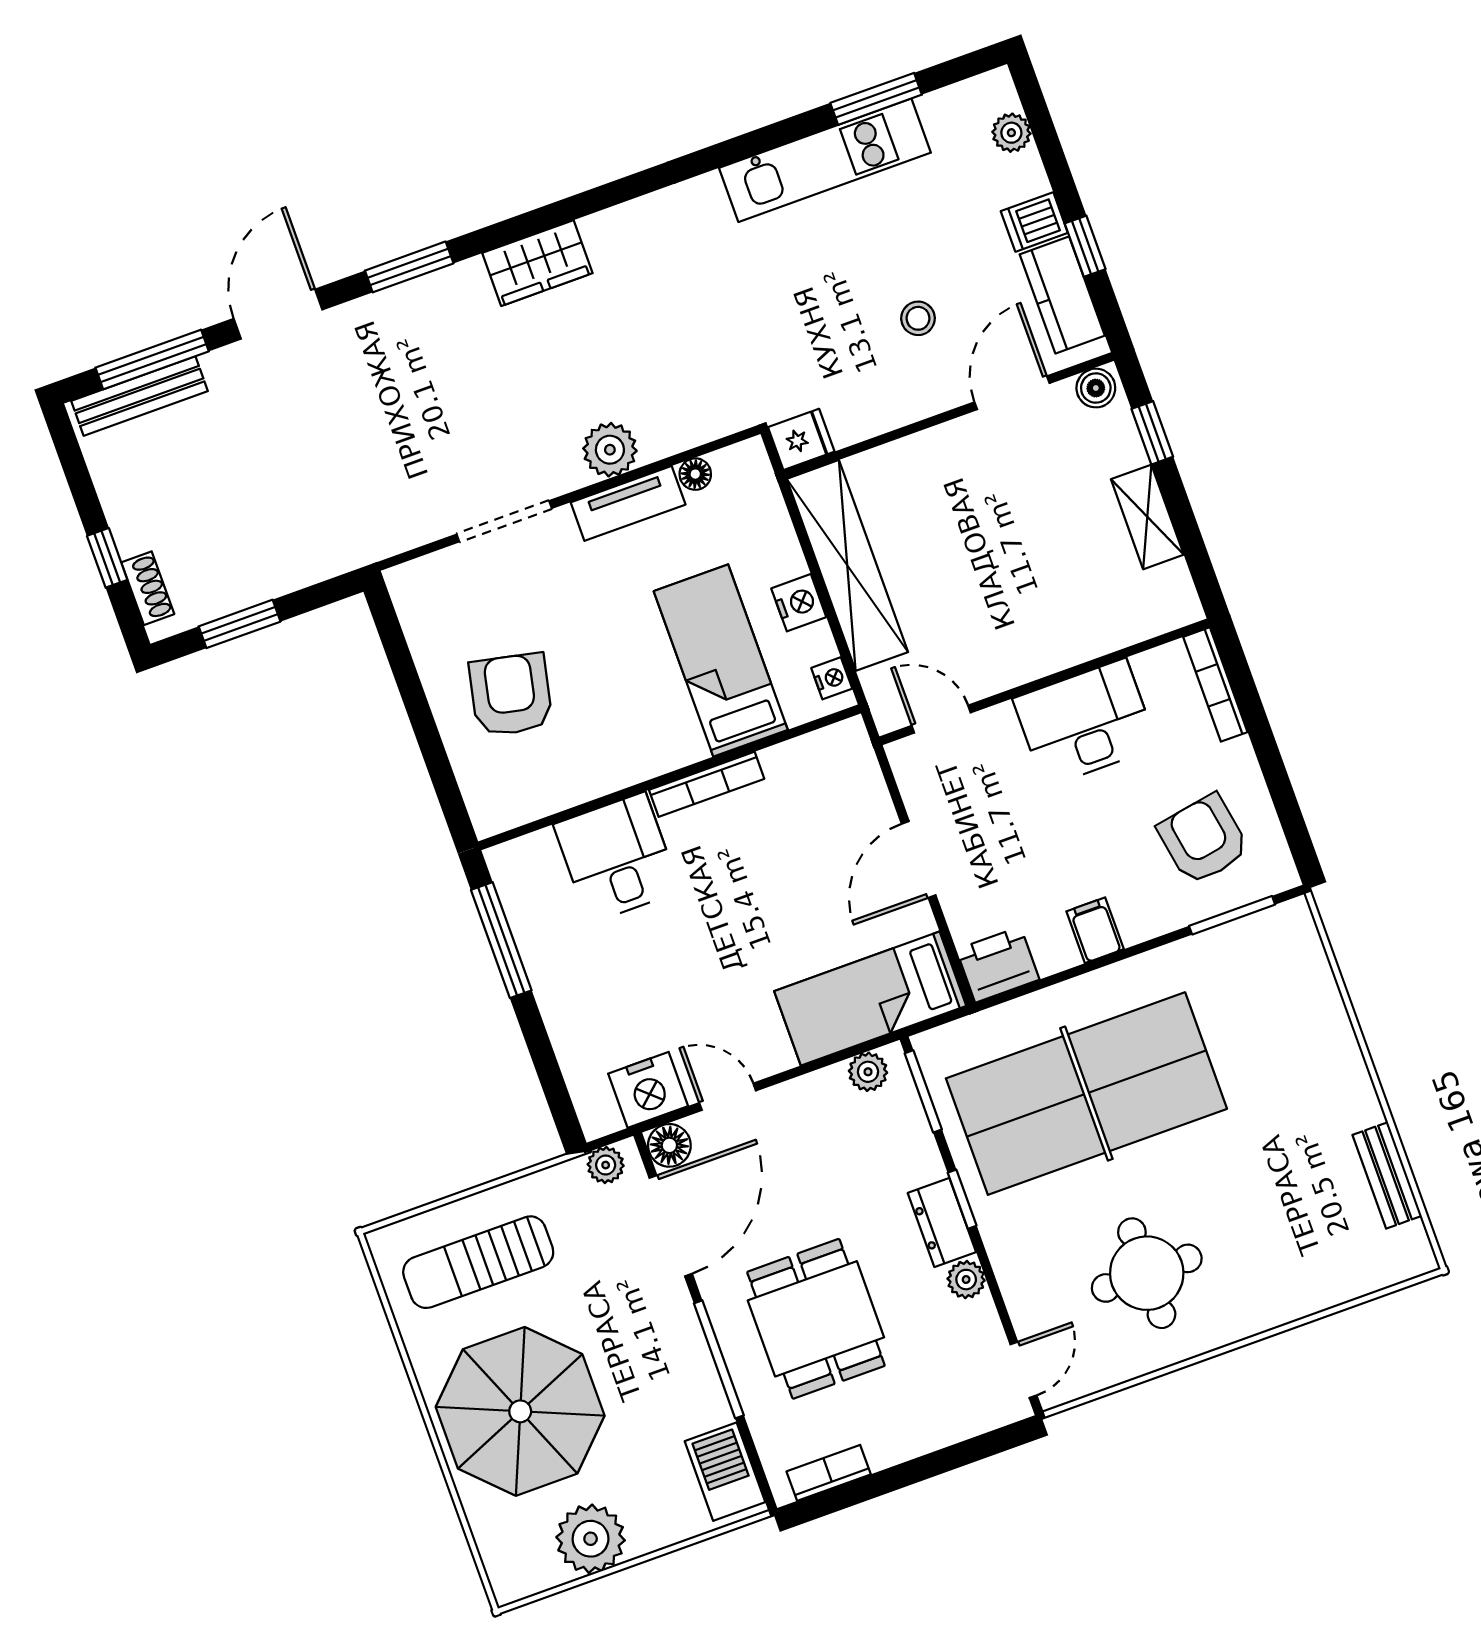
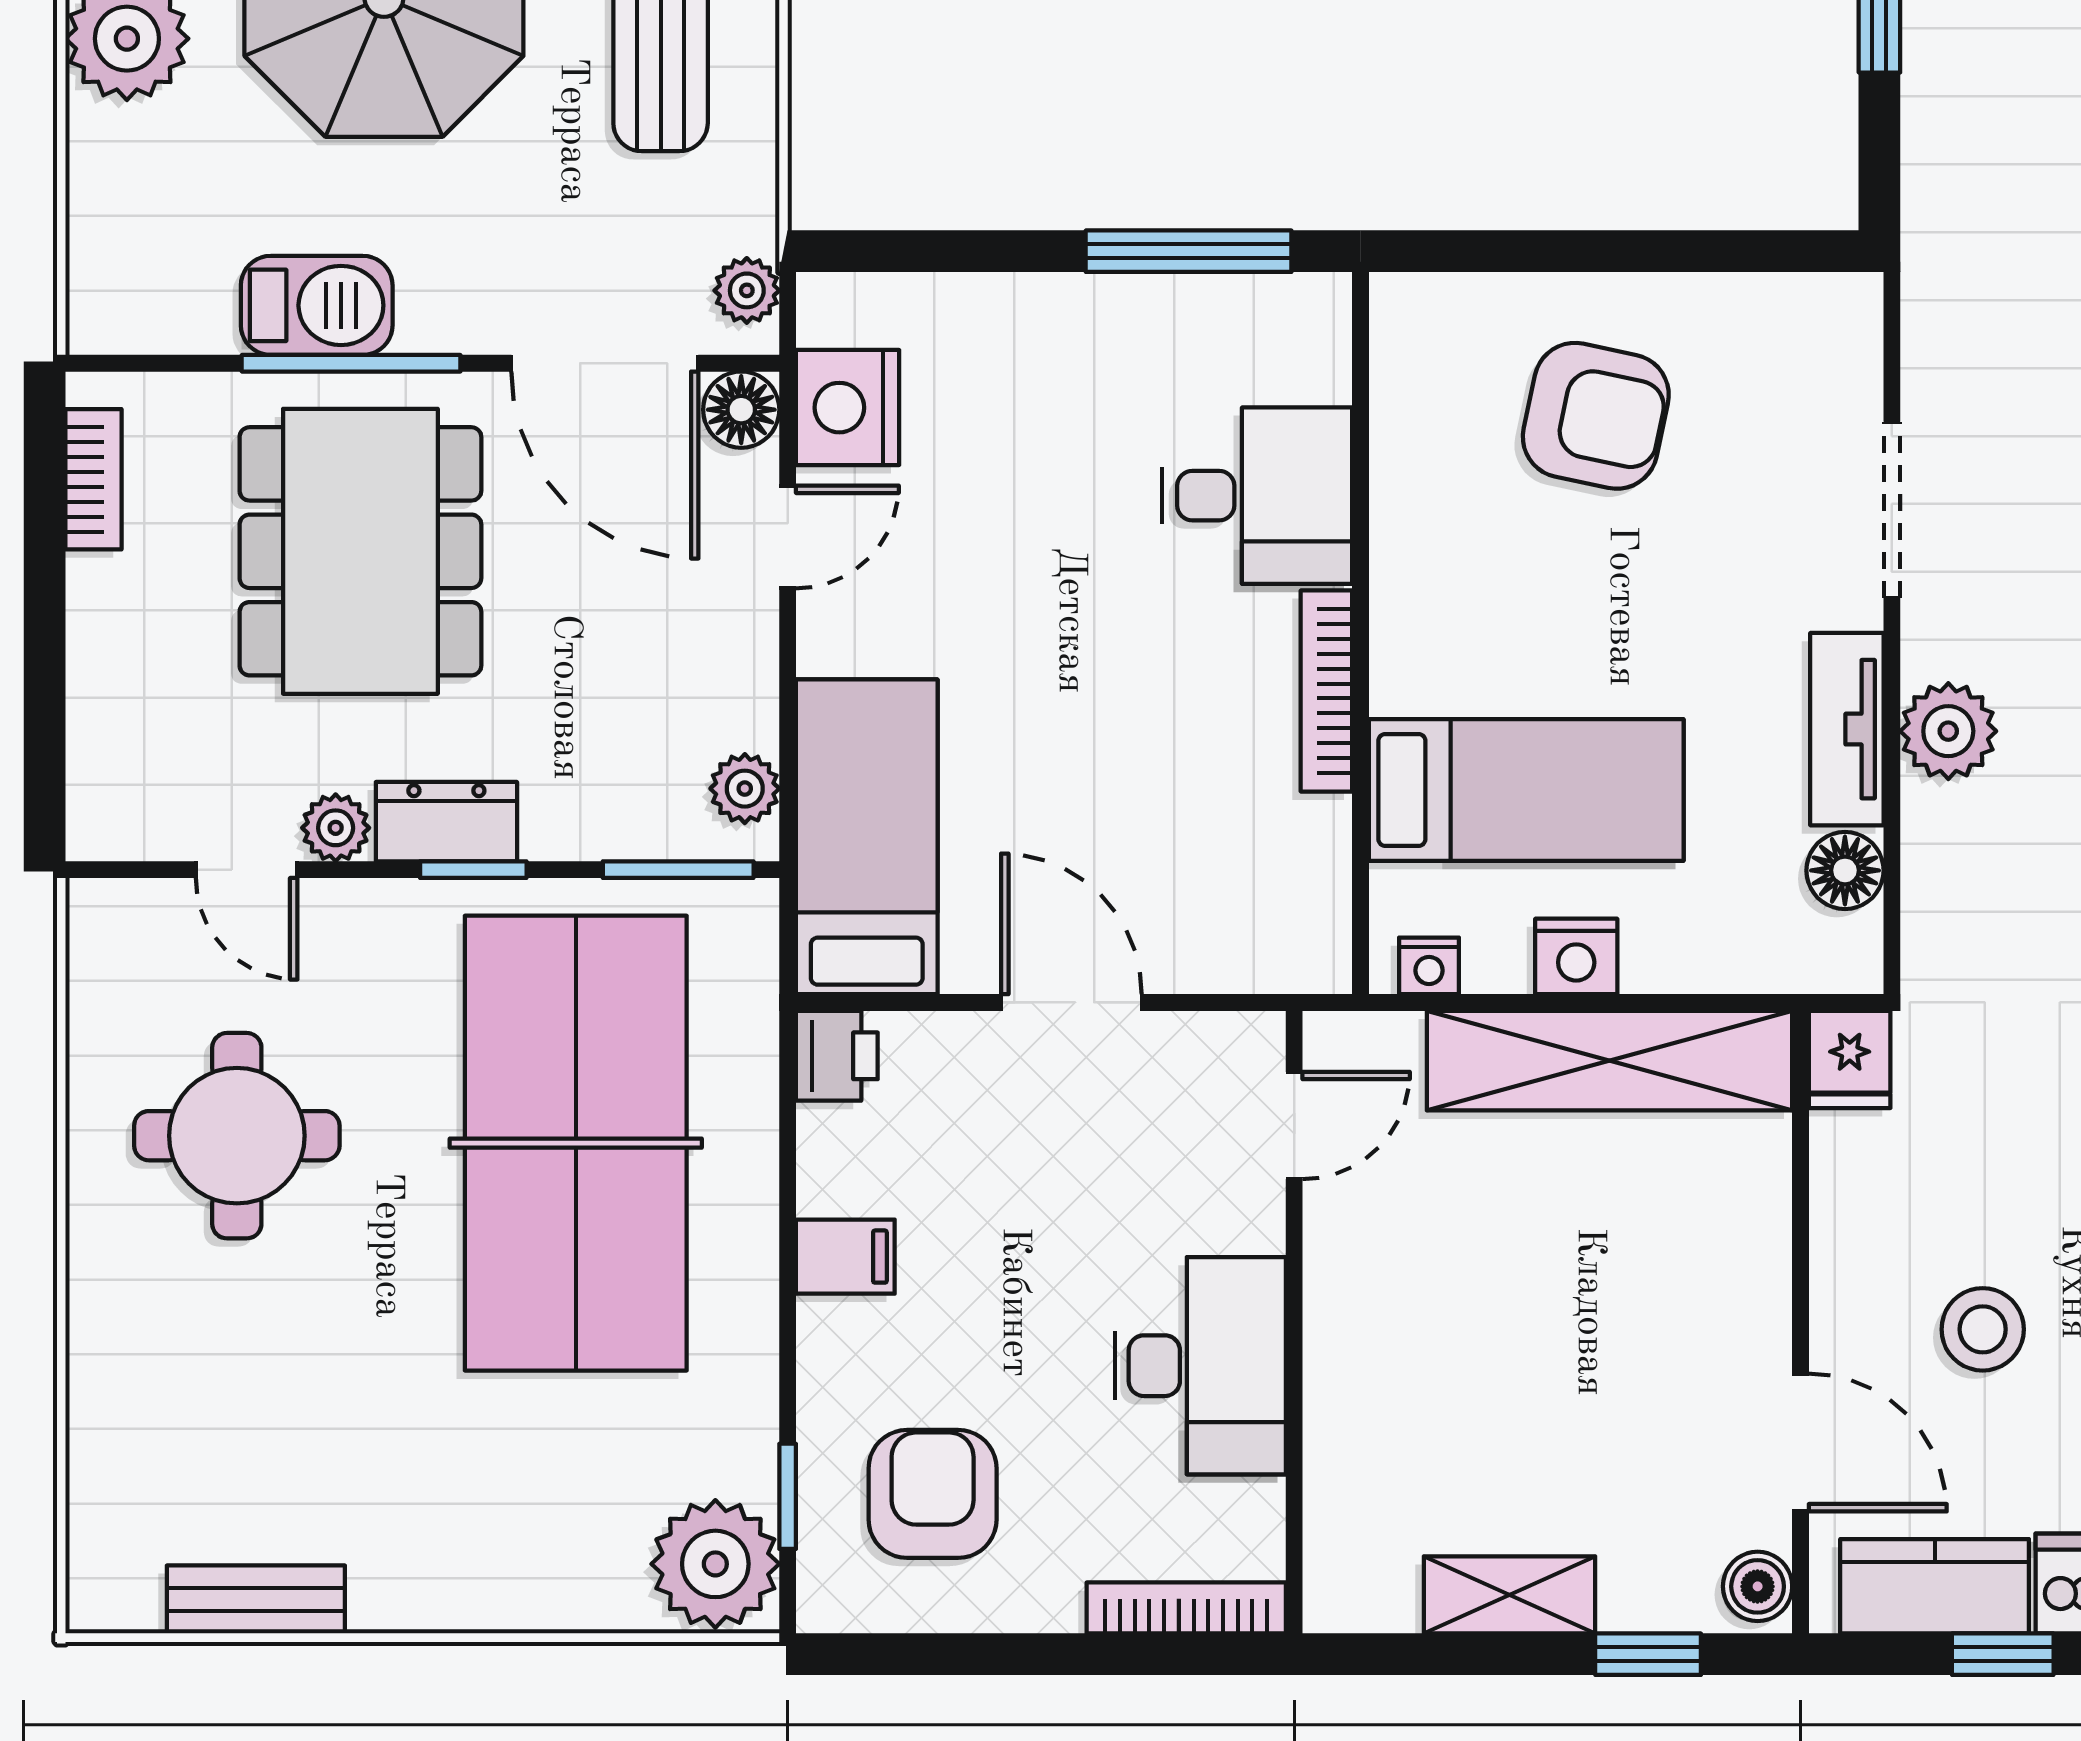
stool: (918, 318) -> (1983, 1329), width x1.37, depth x1.37
floor lamp: (695, 474) -> (1845, 870), width x1.37, depth x1.37
armchair: (1203, 839) -> (933, 1494), turned -80
window: (1232, 915) -> (788, 1496), width x0.67
plant: (1281, 940) -> (715, 1564), added
printer: (998, 964) -> (837, 1056), width x0.73, depth x0.81
dining table: (816, 1319) -> (360, 551), width x1.38
door: (1023, 1370) -> (247, 870), moved
barbecue: (725, 1472) -> (317, 305), moved

